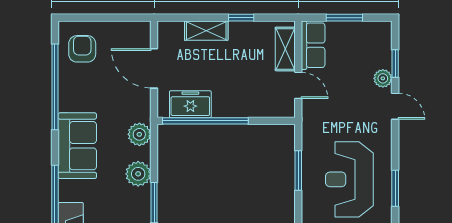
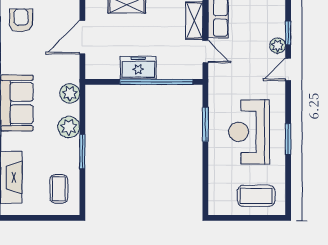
door: (154, 68) -> (82, 37), hinge flipped
freezer: (190, 104) -> (138, 68), moved
door: (395, 106) -> (288, 69), swing flipped
window: (205, 121) -> (156, 82), moved

